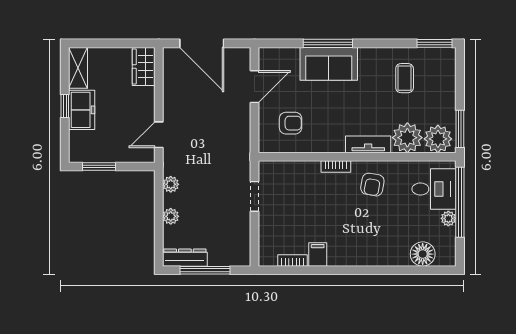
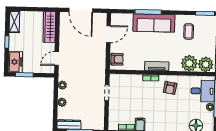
sofa: (329, 64) -> (154, 23), width x1.36
wardrobe: (144, 66) -> (49, 27), width x1.50
freezer: (82, 110) -> (15, 62), moved
armchair: (291, 123) -> (117, 59), moved
tv unit: (368, 144) -> (157, 66), moved

